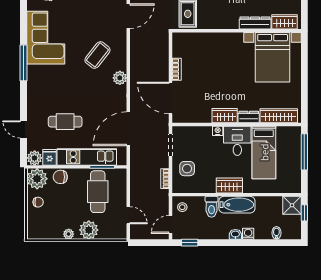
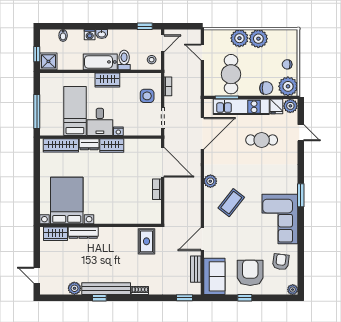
window: (23, 63) -> (301, 195), width x0.69
plant: (69, 234) -> (258, 39), width x1.87, depth x1.87

